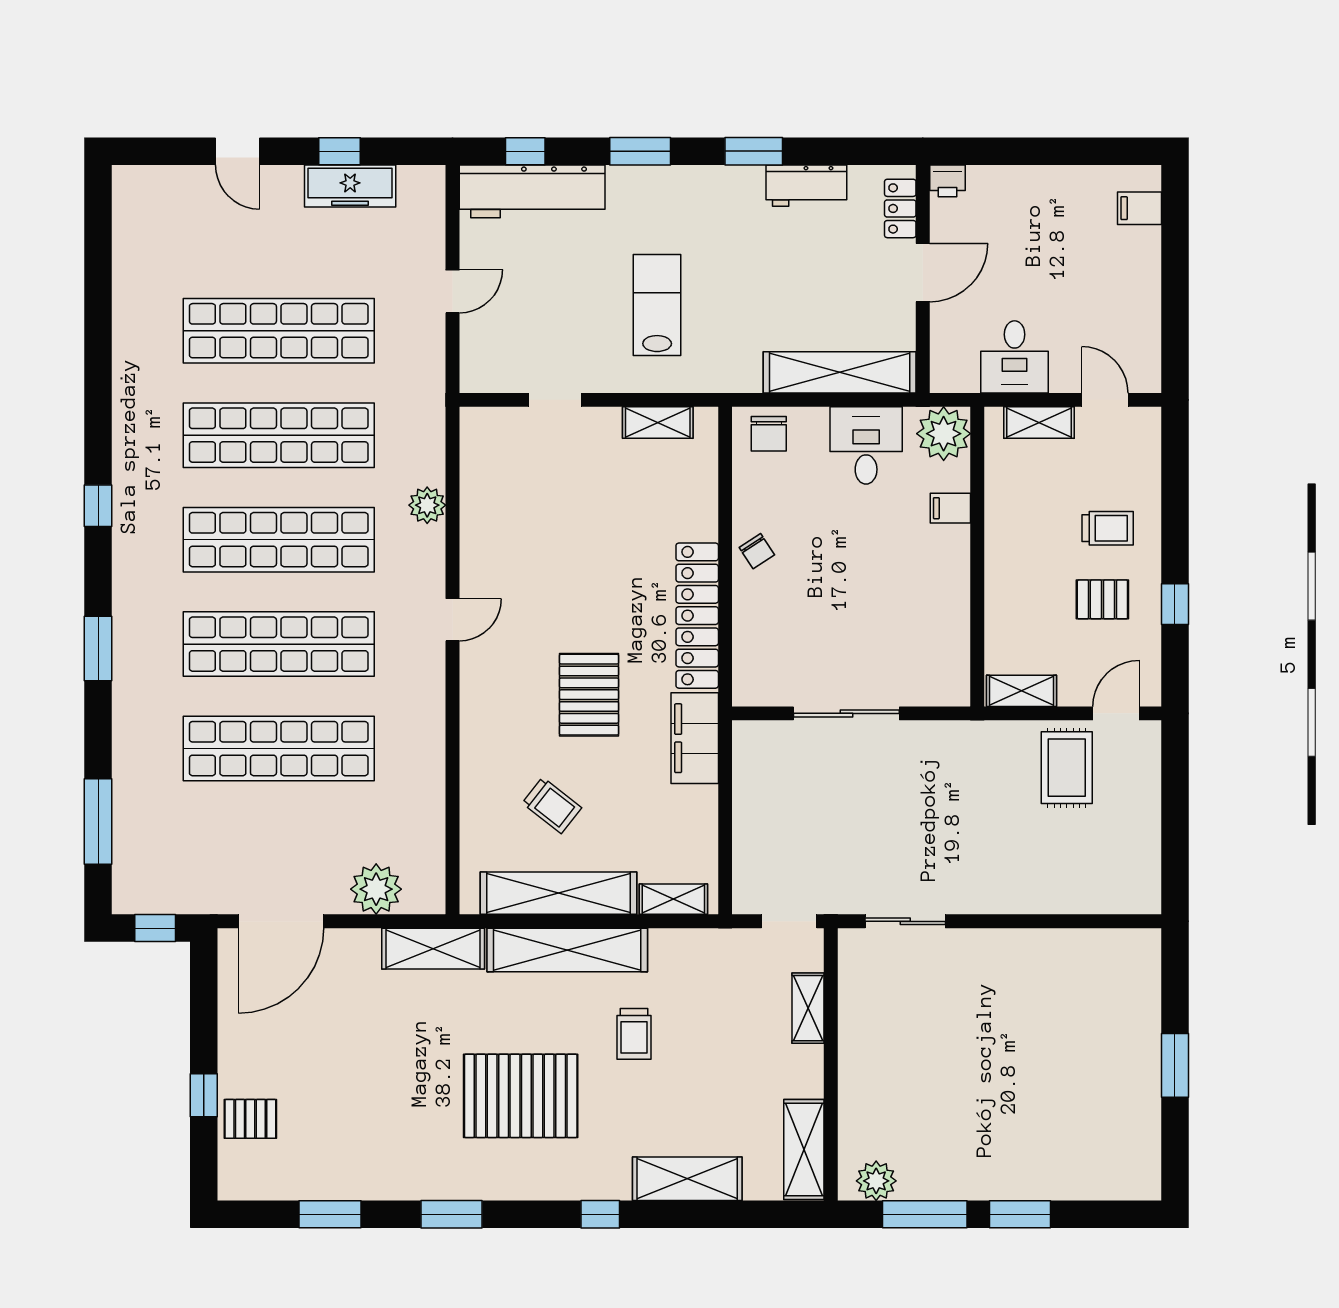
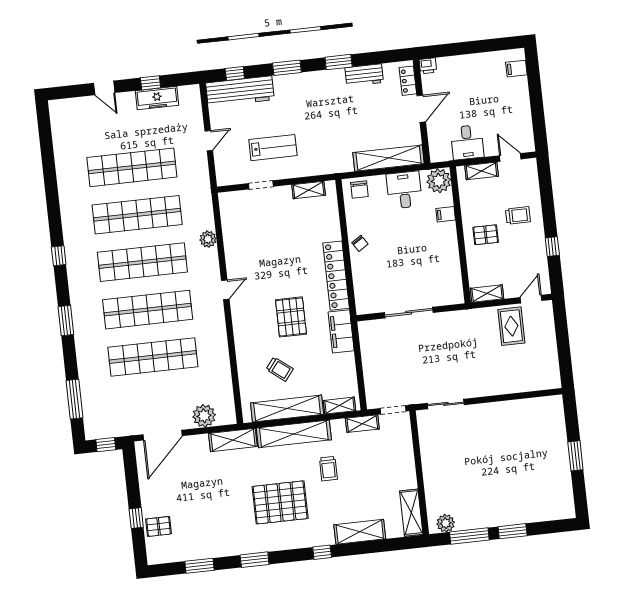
lab bench: (657, 305) -> (273, 148), moved, turned 90
pallet: (1102, 599) -> (486, 235), moved
shelving: (808, 1008) -> (362, 424), moved, turned 90

